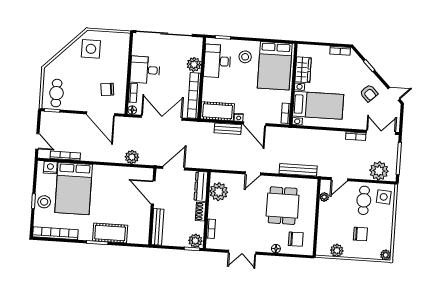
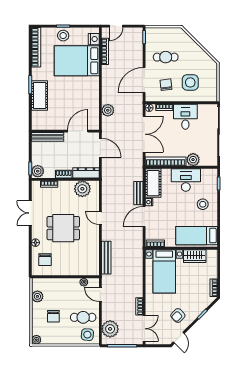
side table: (91, 49) -> (190, 82), moved
desk: (217, 61) -> (186, 180), moved
bed: (275, 66) -> (197, 236), width x0.67
cafe table: (56, 93) -> (166, 57), moved
dining table: (283, 206) -> (63, 228), moved

